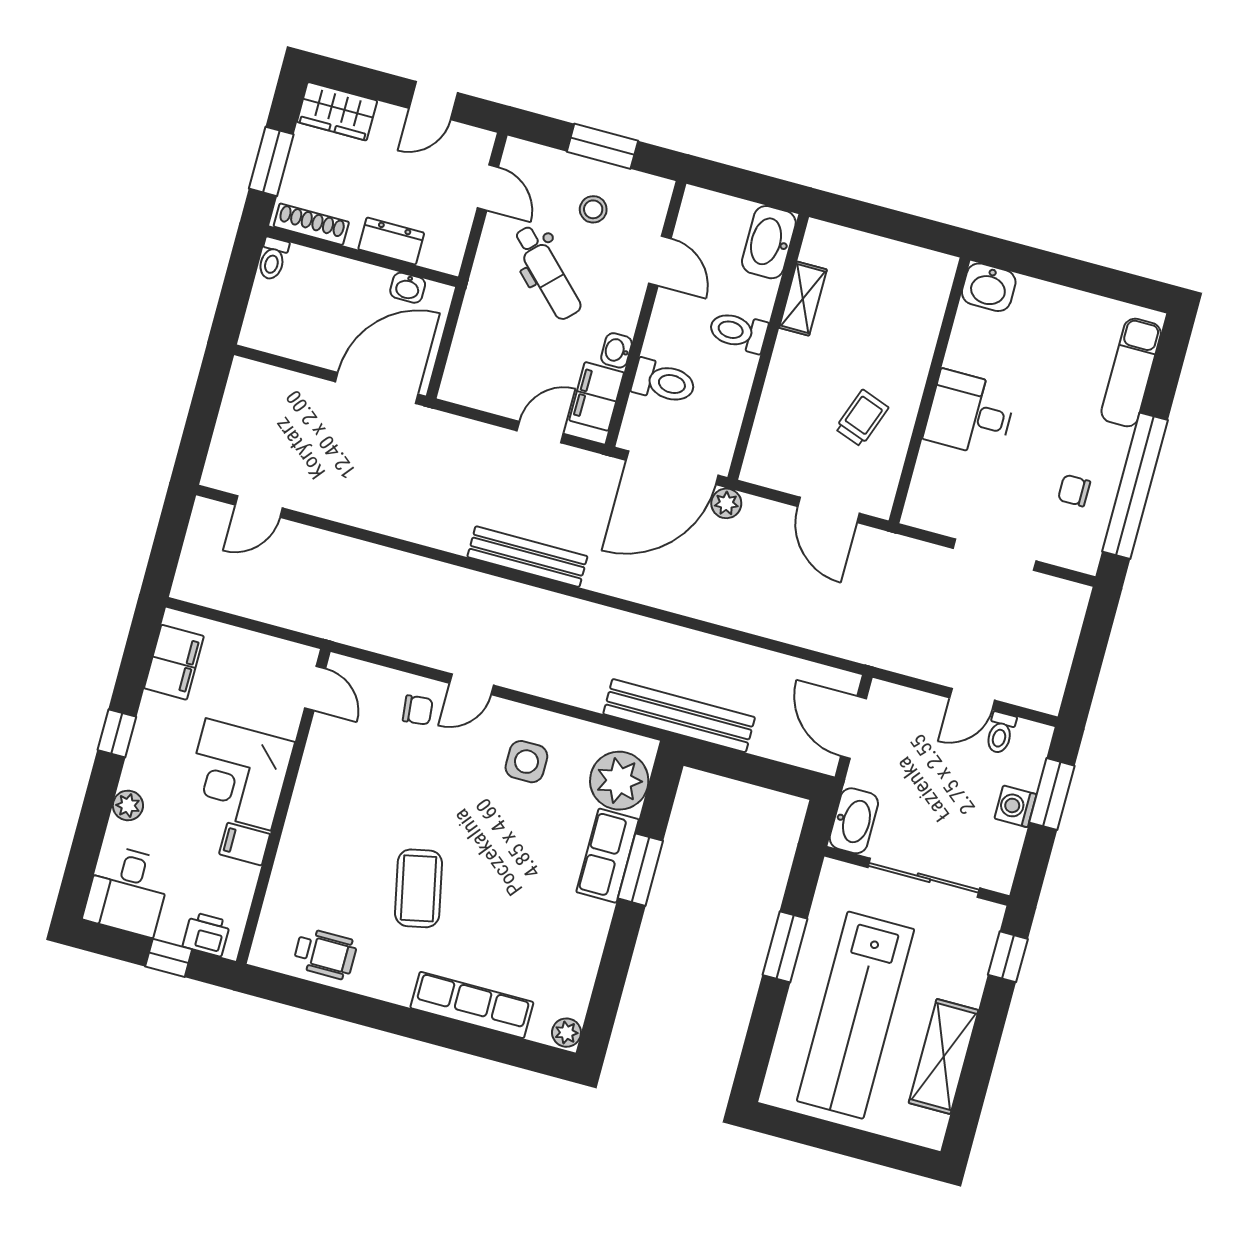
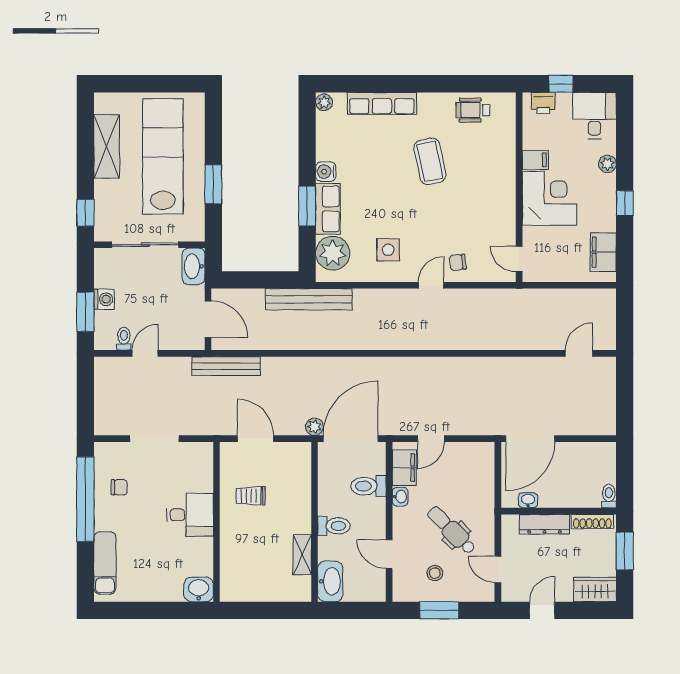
dresser: (391, 241) -> (544, 524), width x1.44
trolley: (862, 418) -> (251, 496), turned 70
bench: (527, 557) -> (226, 366), moved
water cooler: (595, 918) -> (326, 172), added

